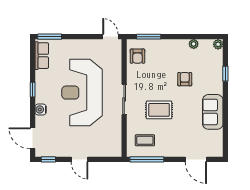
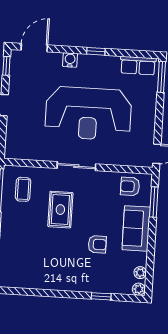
plant: (194, 44) -> (140, 273), moved
reception desk: (82, 93) -> (88, 113), turned 180
sofa: (213, 112) -> (136, 228), moved, turned -90

